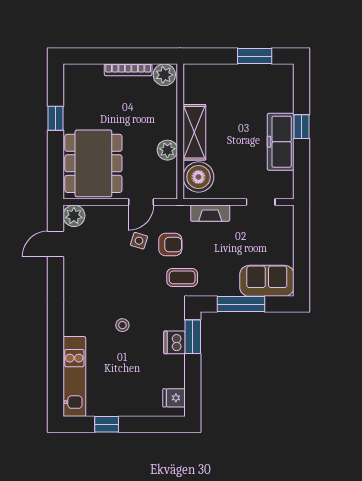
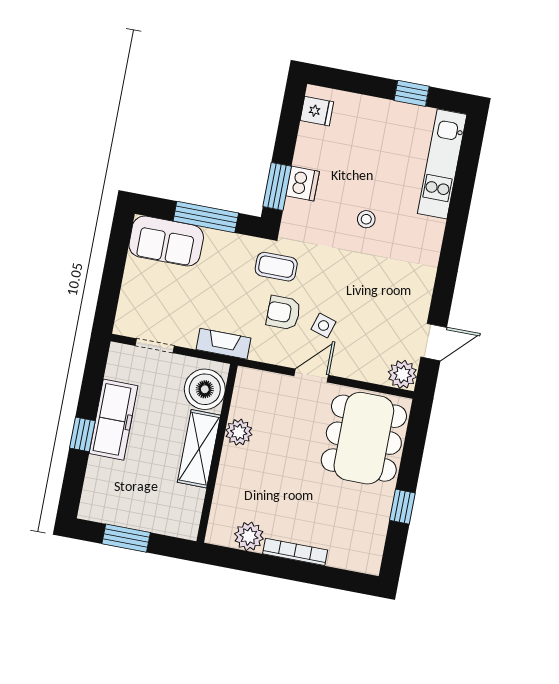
wall: (180, 131) -> (217, 453), moved
shelving: (194, 132) -> (199, 449), moved
plant: (167, 150) -> (239, 432), moved
boiler: (198, 177) -> (205, 389), moved

